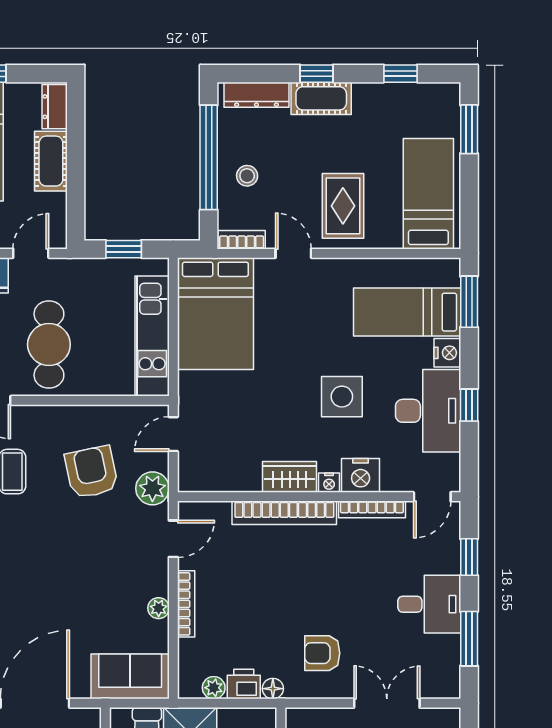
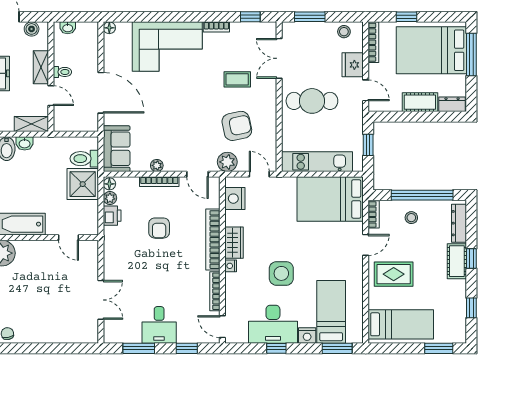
nightstand: (361, 475) -> (235, 199), moved
armchair: (322, 653) -> (159, 228), moved, turned 180
floor lamp: (273, 689) -> (109, 184), moved

